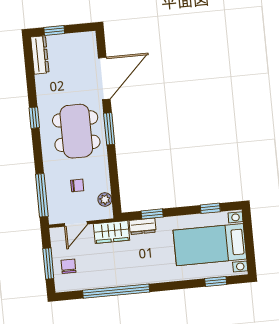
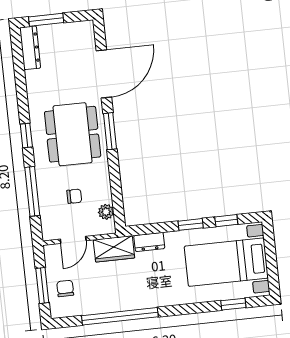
window: (54, 31) -> (46, 20), width x1.50
window: (34, 118) -> (26, 136), moved
window: (42, 195) -> (32, 191), moved
window: (152, 214) -> (191, 224), moved

